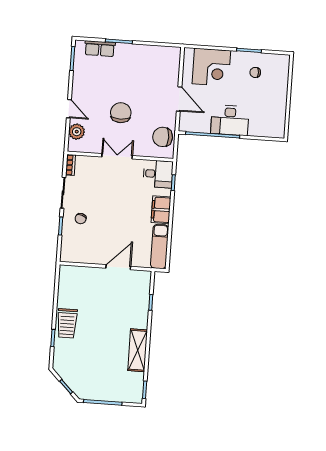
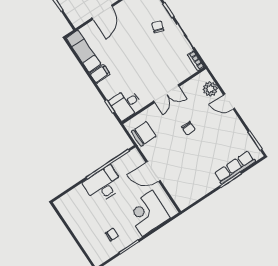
row of seats: (100, 49) -> (235, 167), width x1.48
chair: (121, 113) -> (188, 128), width x0.54, depth x0.54
filing cabinet: (161, 210) -> (100, 74), width x0.50

